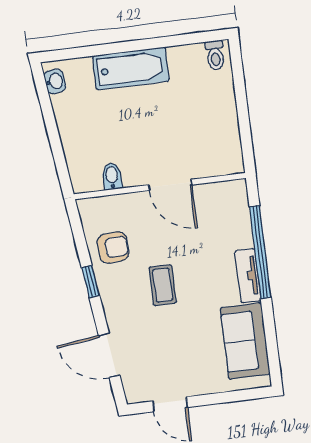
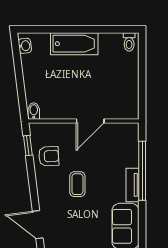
bidet: (112, 176) -> (34, 111), moved
door: (170, 185) -> (90, 121), hinge flipped
window: (91, 282) -> (28, 146), moved

